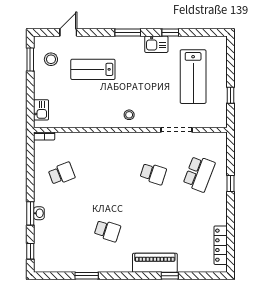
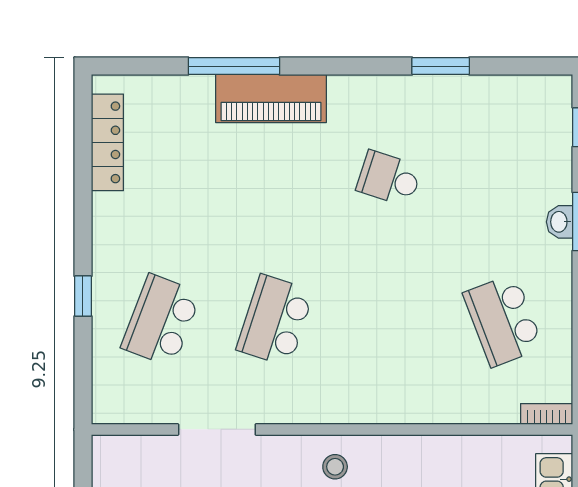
school desk: (62, 174) -> (503, 320), width x1.85
school desk: (153, 174) -> (275, 320), width x1.85
window: (170, 276) -> (234, 66), width x2.17

